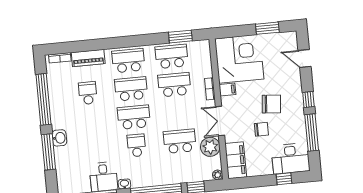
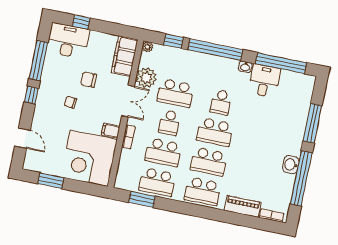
school desk: (88, 93) -> (169, 123), moved
chair: (271, 104) -> (70, 102), width x0.54, depth x0.54
washbasin: (59, 138) -> (291, 165), moved

